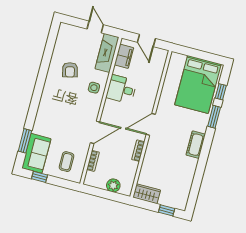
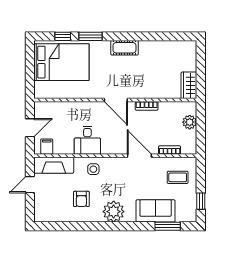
filing cabinet: (124, 56) -> (47, 147), width x0.50
armchair: (70, 70) -> (81, 199), turned 104
plant: (51, 96) -> (114, 212), added
sofa: (36, 153) -> (156, 211), moved
window: (167, 210) -> (201, 60), removed

